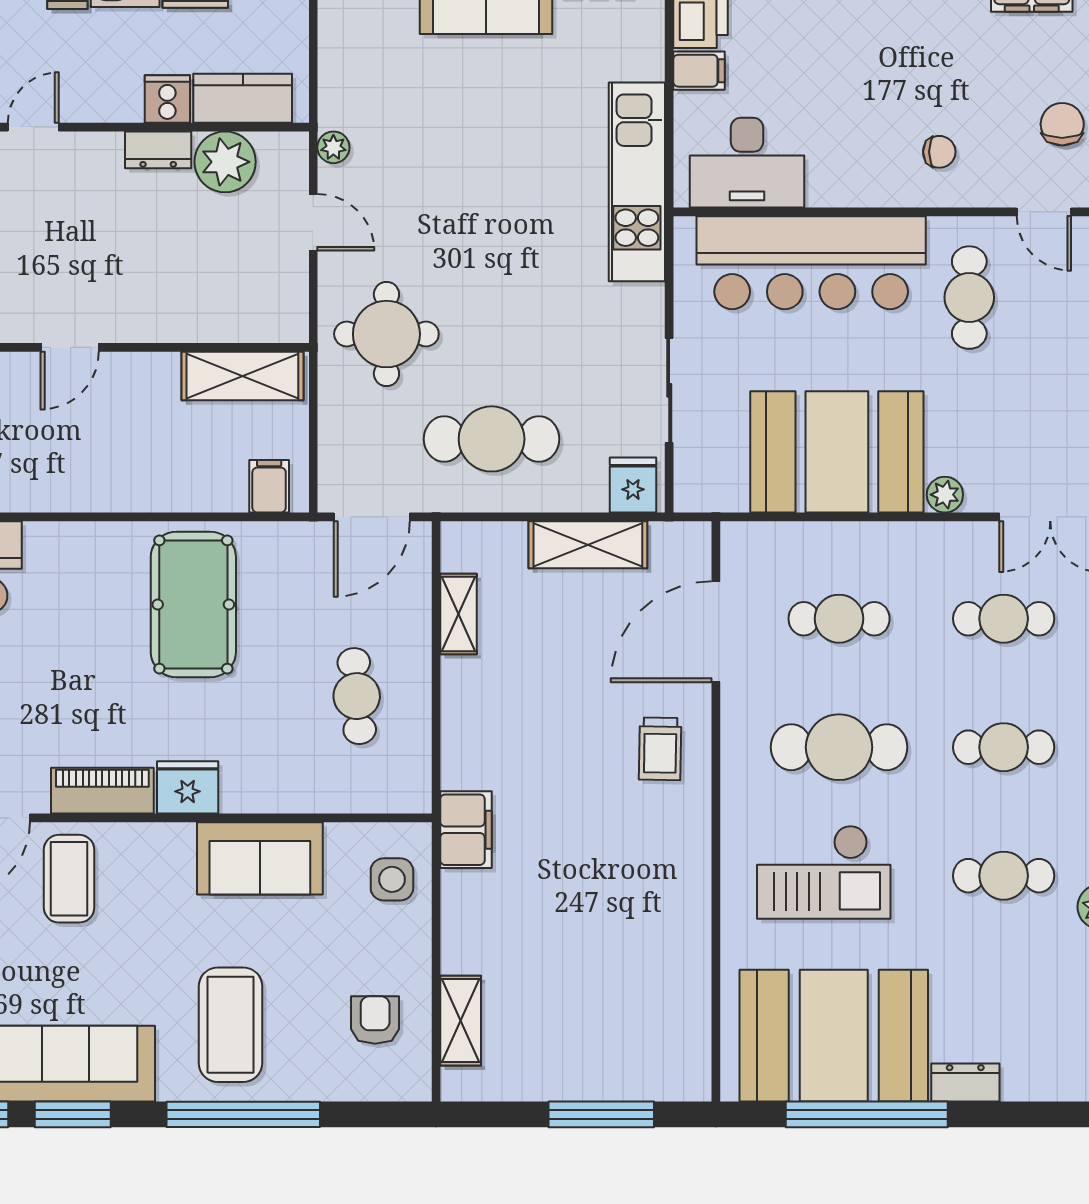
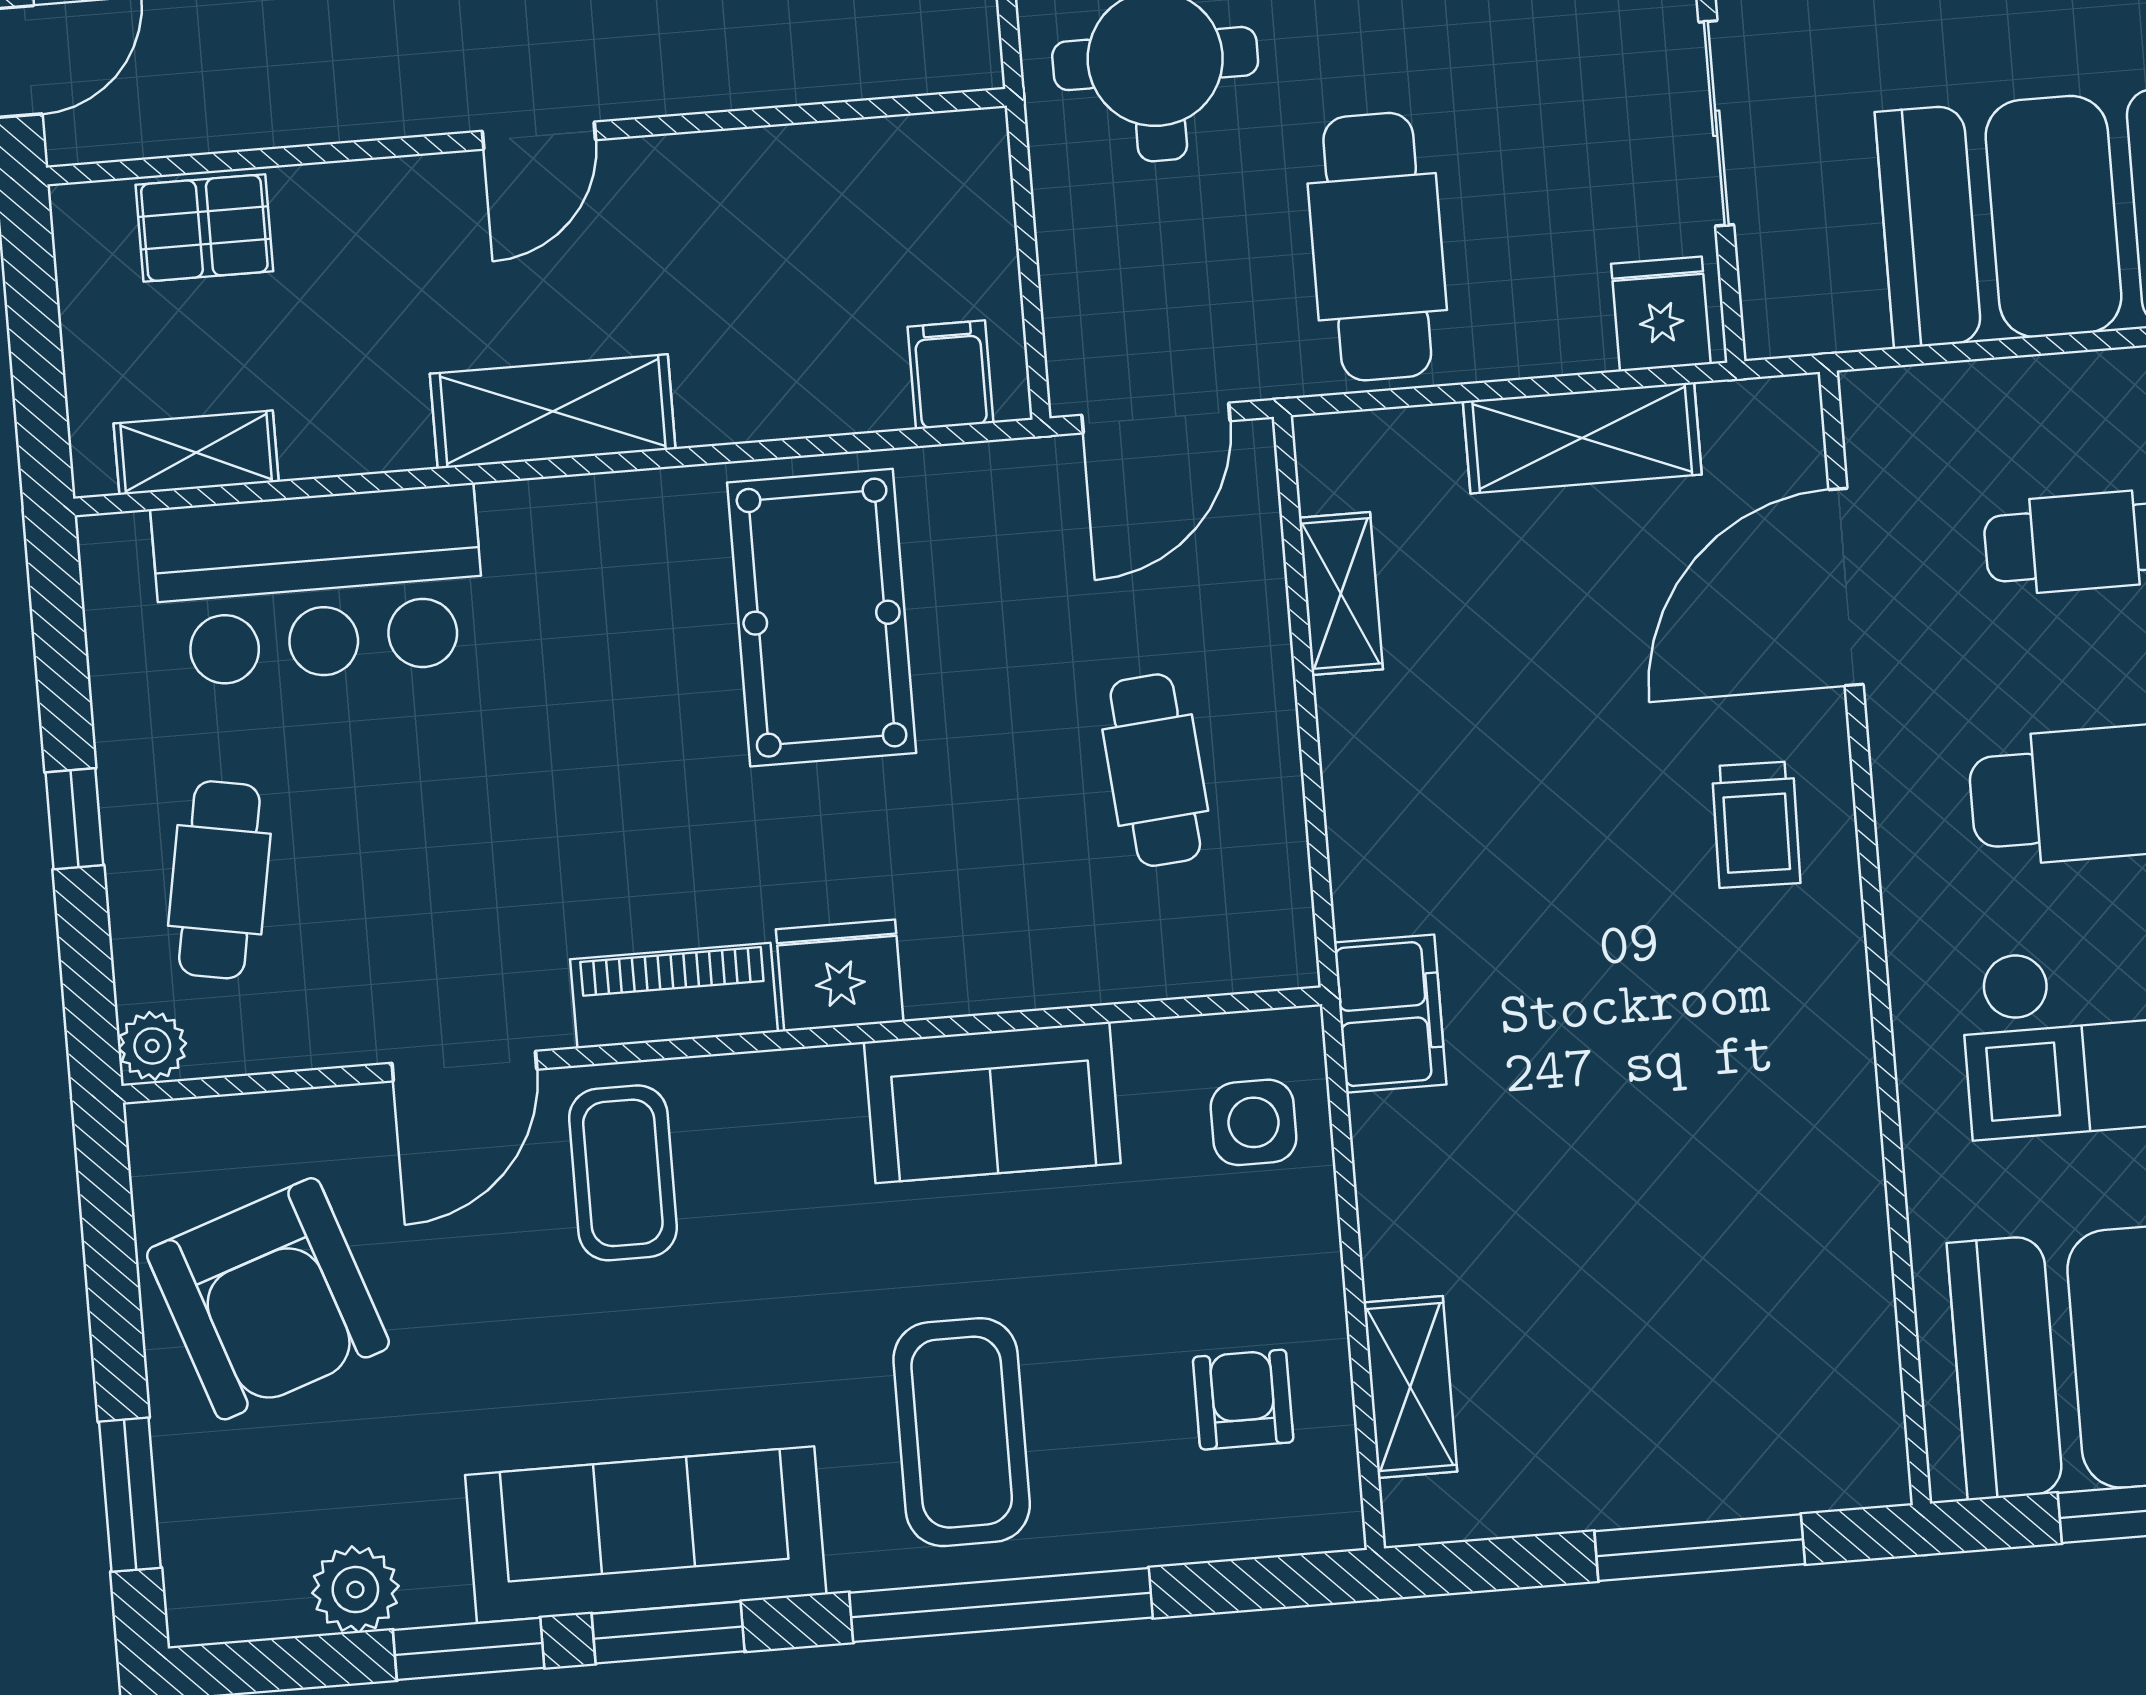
shelving: (242, 376) -> (553, 411), moved
cafe table: (492, 439) -> (1377, 247), turned 90

